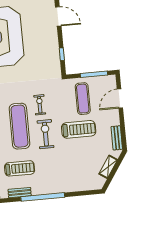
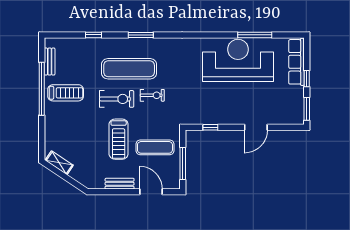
bench: (117, 138) -> (120, 184), moved
shelving: (108, 167) -> (59, 163), moved
treadmill: (20, 168) -> (66, 93), moved, turned -90

